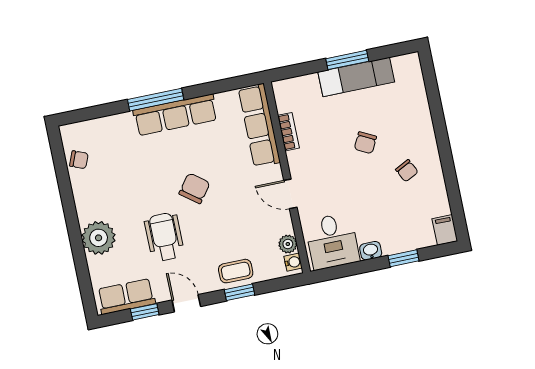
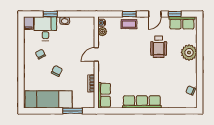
window: (347, 60) -> (73, 111), moved
exam couch: (356, 77) -> (49, 99), width x1.36, depth x1.45
window: (156, 100) -> (149, 111), removed
row of seats: (259, 125) -> (104, 95), width x0.68
chair: (194, 188) -> (140, 66), removed
door: (290, 194) -> (96, 54), swing flipped
desk: (332, 241) -> (45, 29), moved
door: (186, 303) -> (155, 14), hinge flipped

